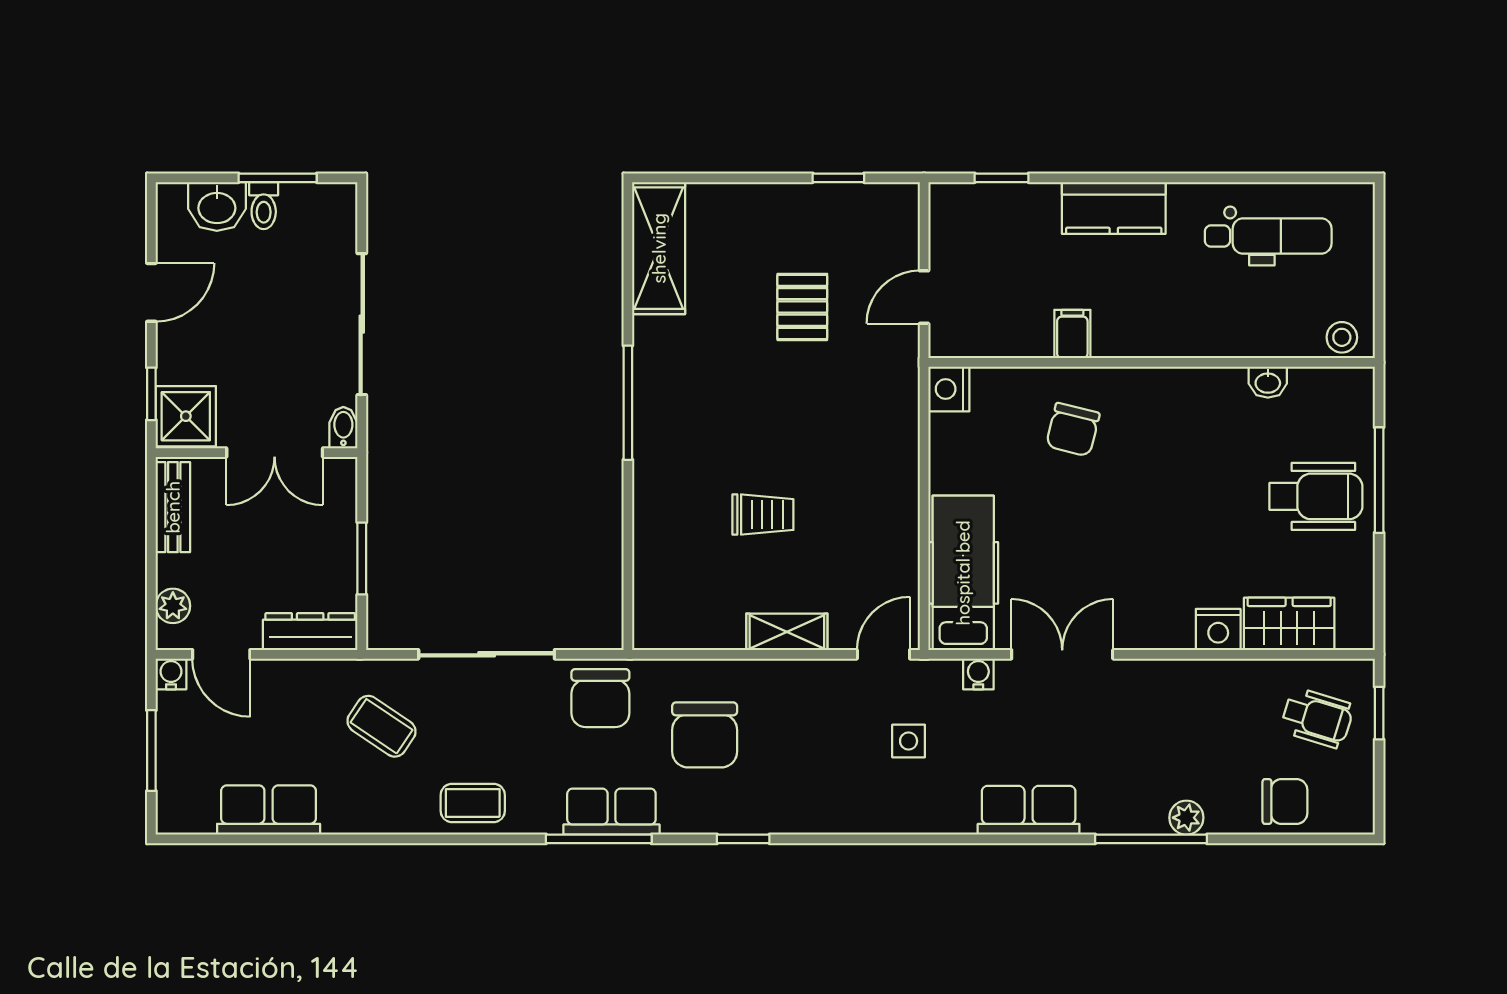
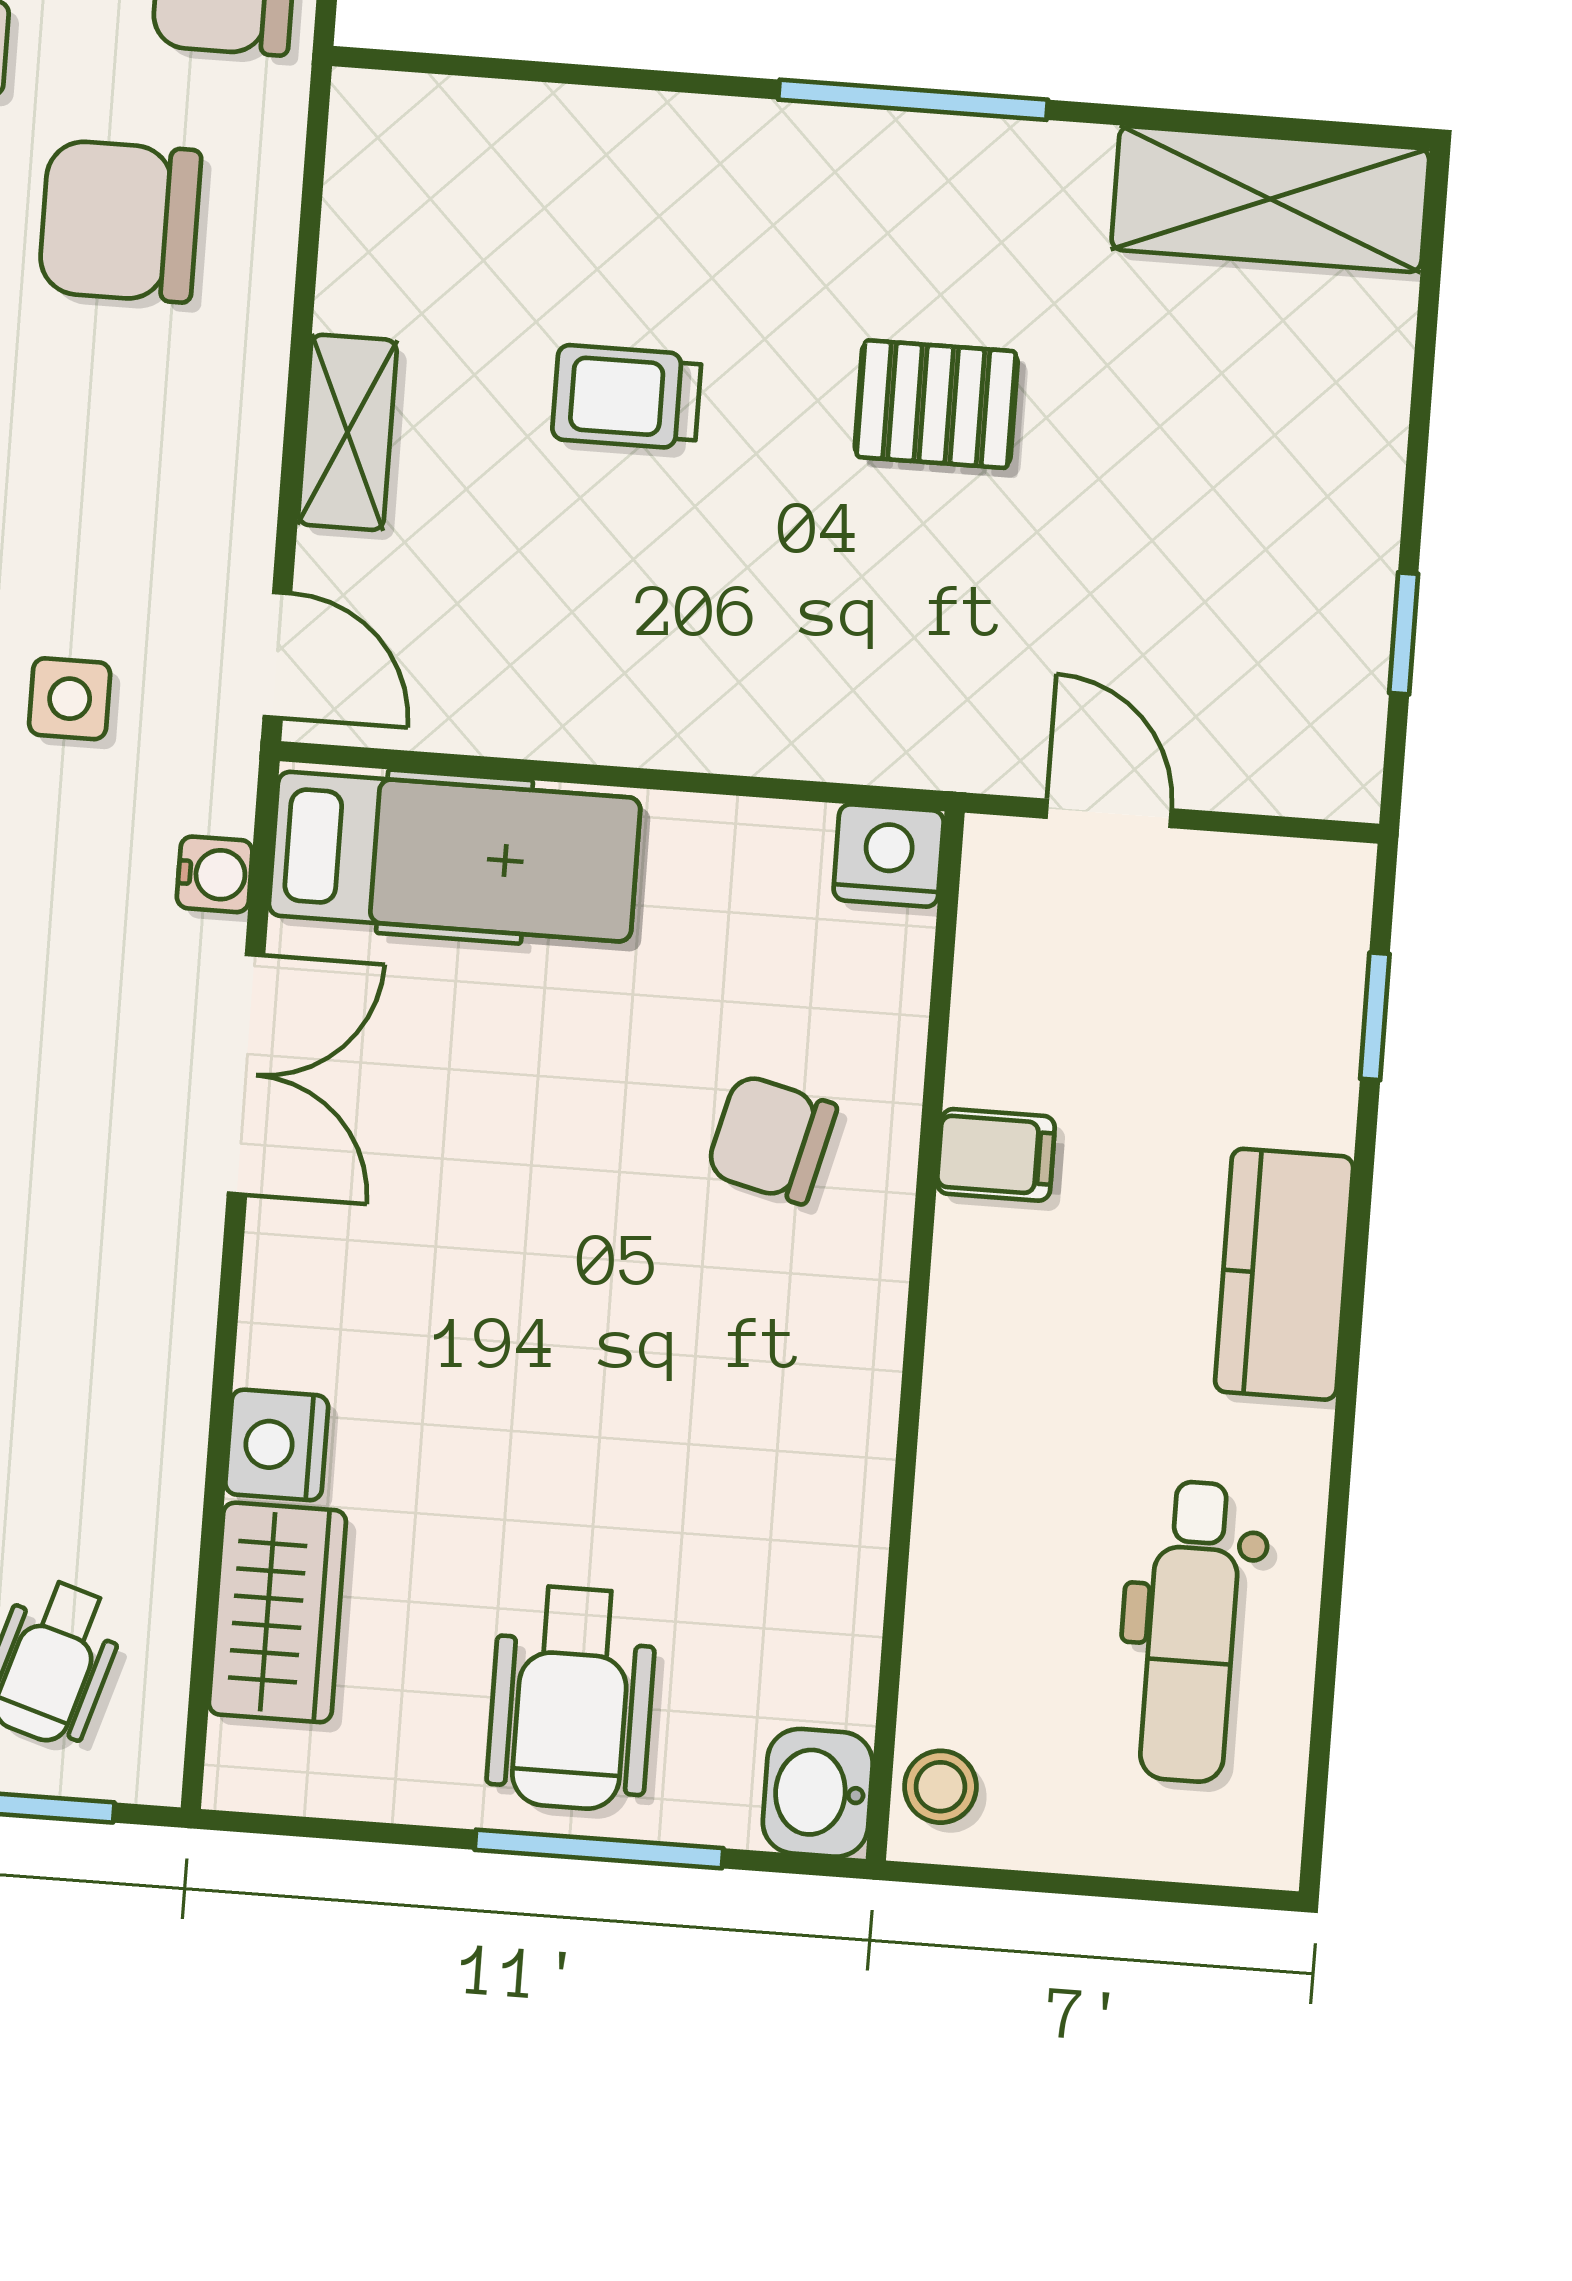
pallet: (802, 307) -> (936, 404), moved
washbasin: (1268, 382) -> (818, 1793), moved, width x1.38, depth x1.45
trolley: (763, 515) -> (627, 397), turned 90

